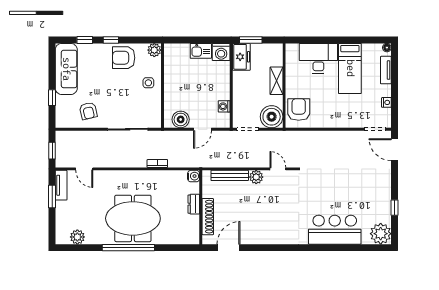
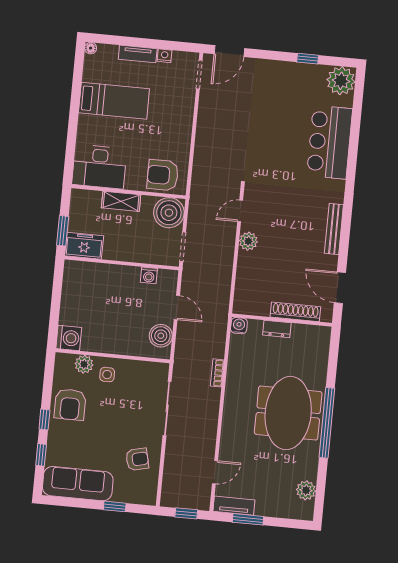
plant: (154, 50) -> (84, 364), moved
kitchen sink: (201, 51) -> (71, 300), removed
washing machine: (221, 52) -> (69, 338), moved
desk: (318, 58) -> (99, 167), moved, turned -90
tv unit: (386, 70) -> (138, 54), moved
bench: (230, 175) -> (334, 229), moved

